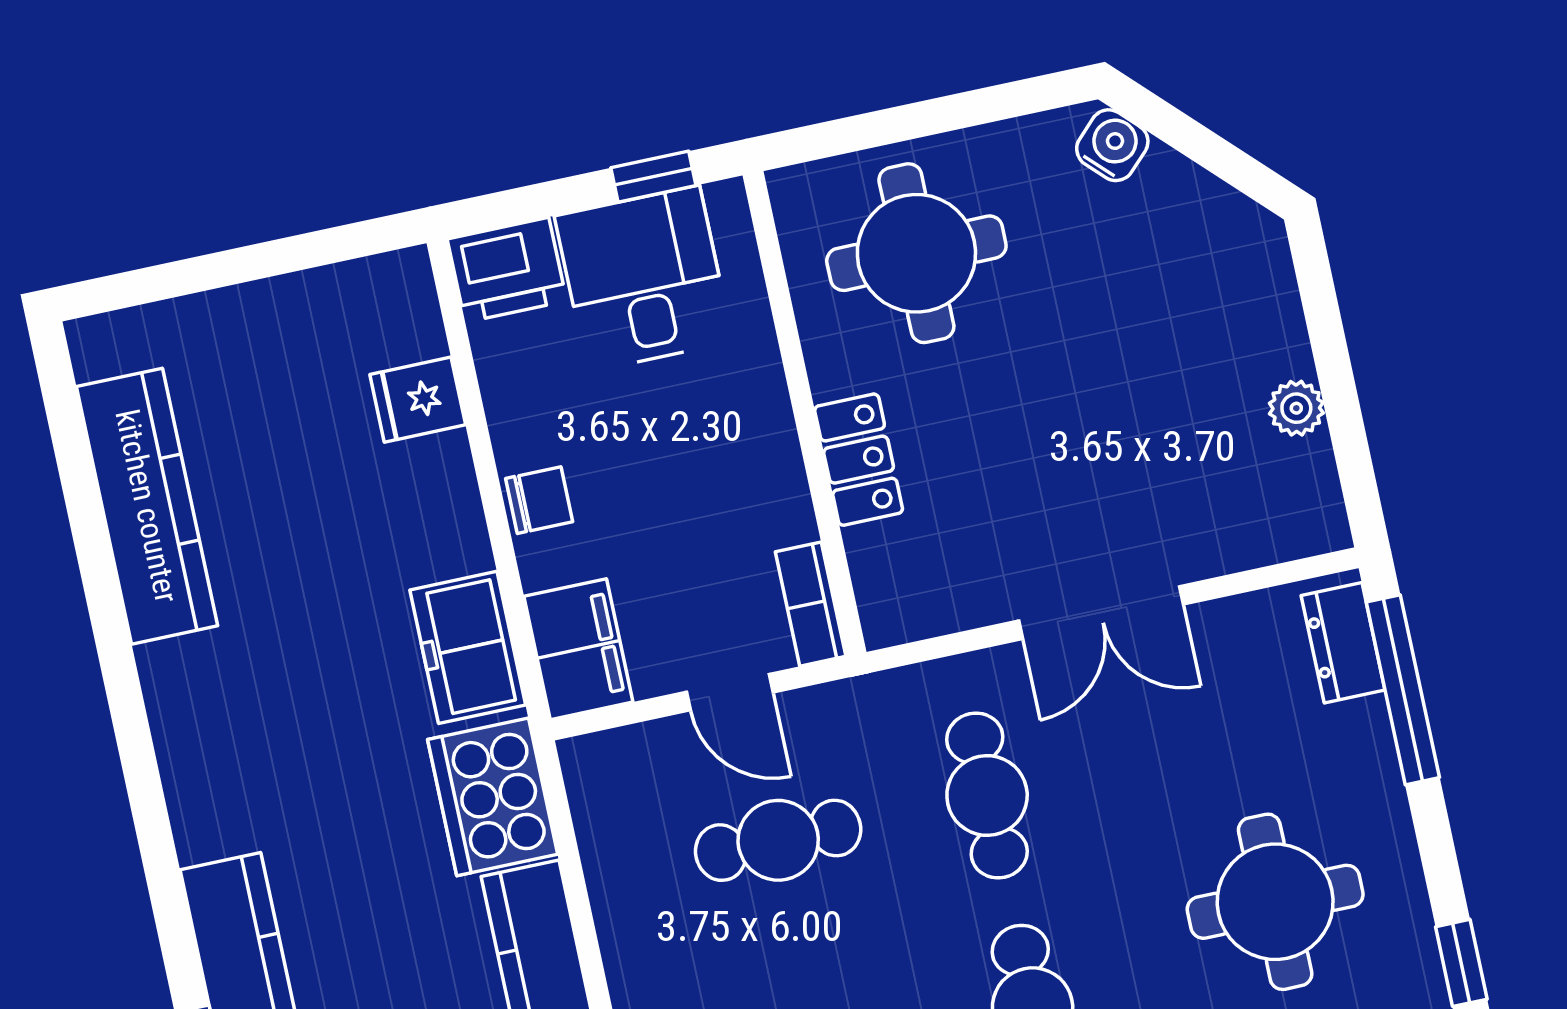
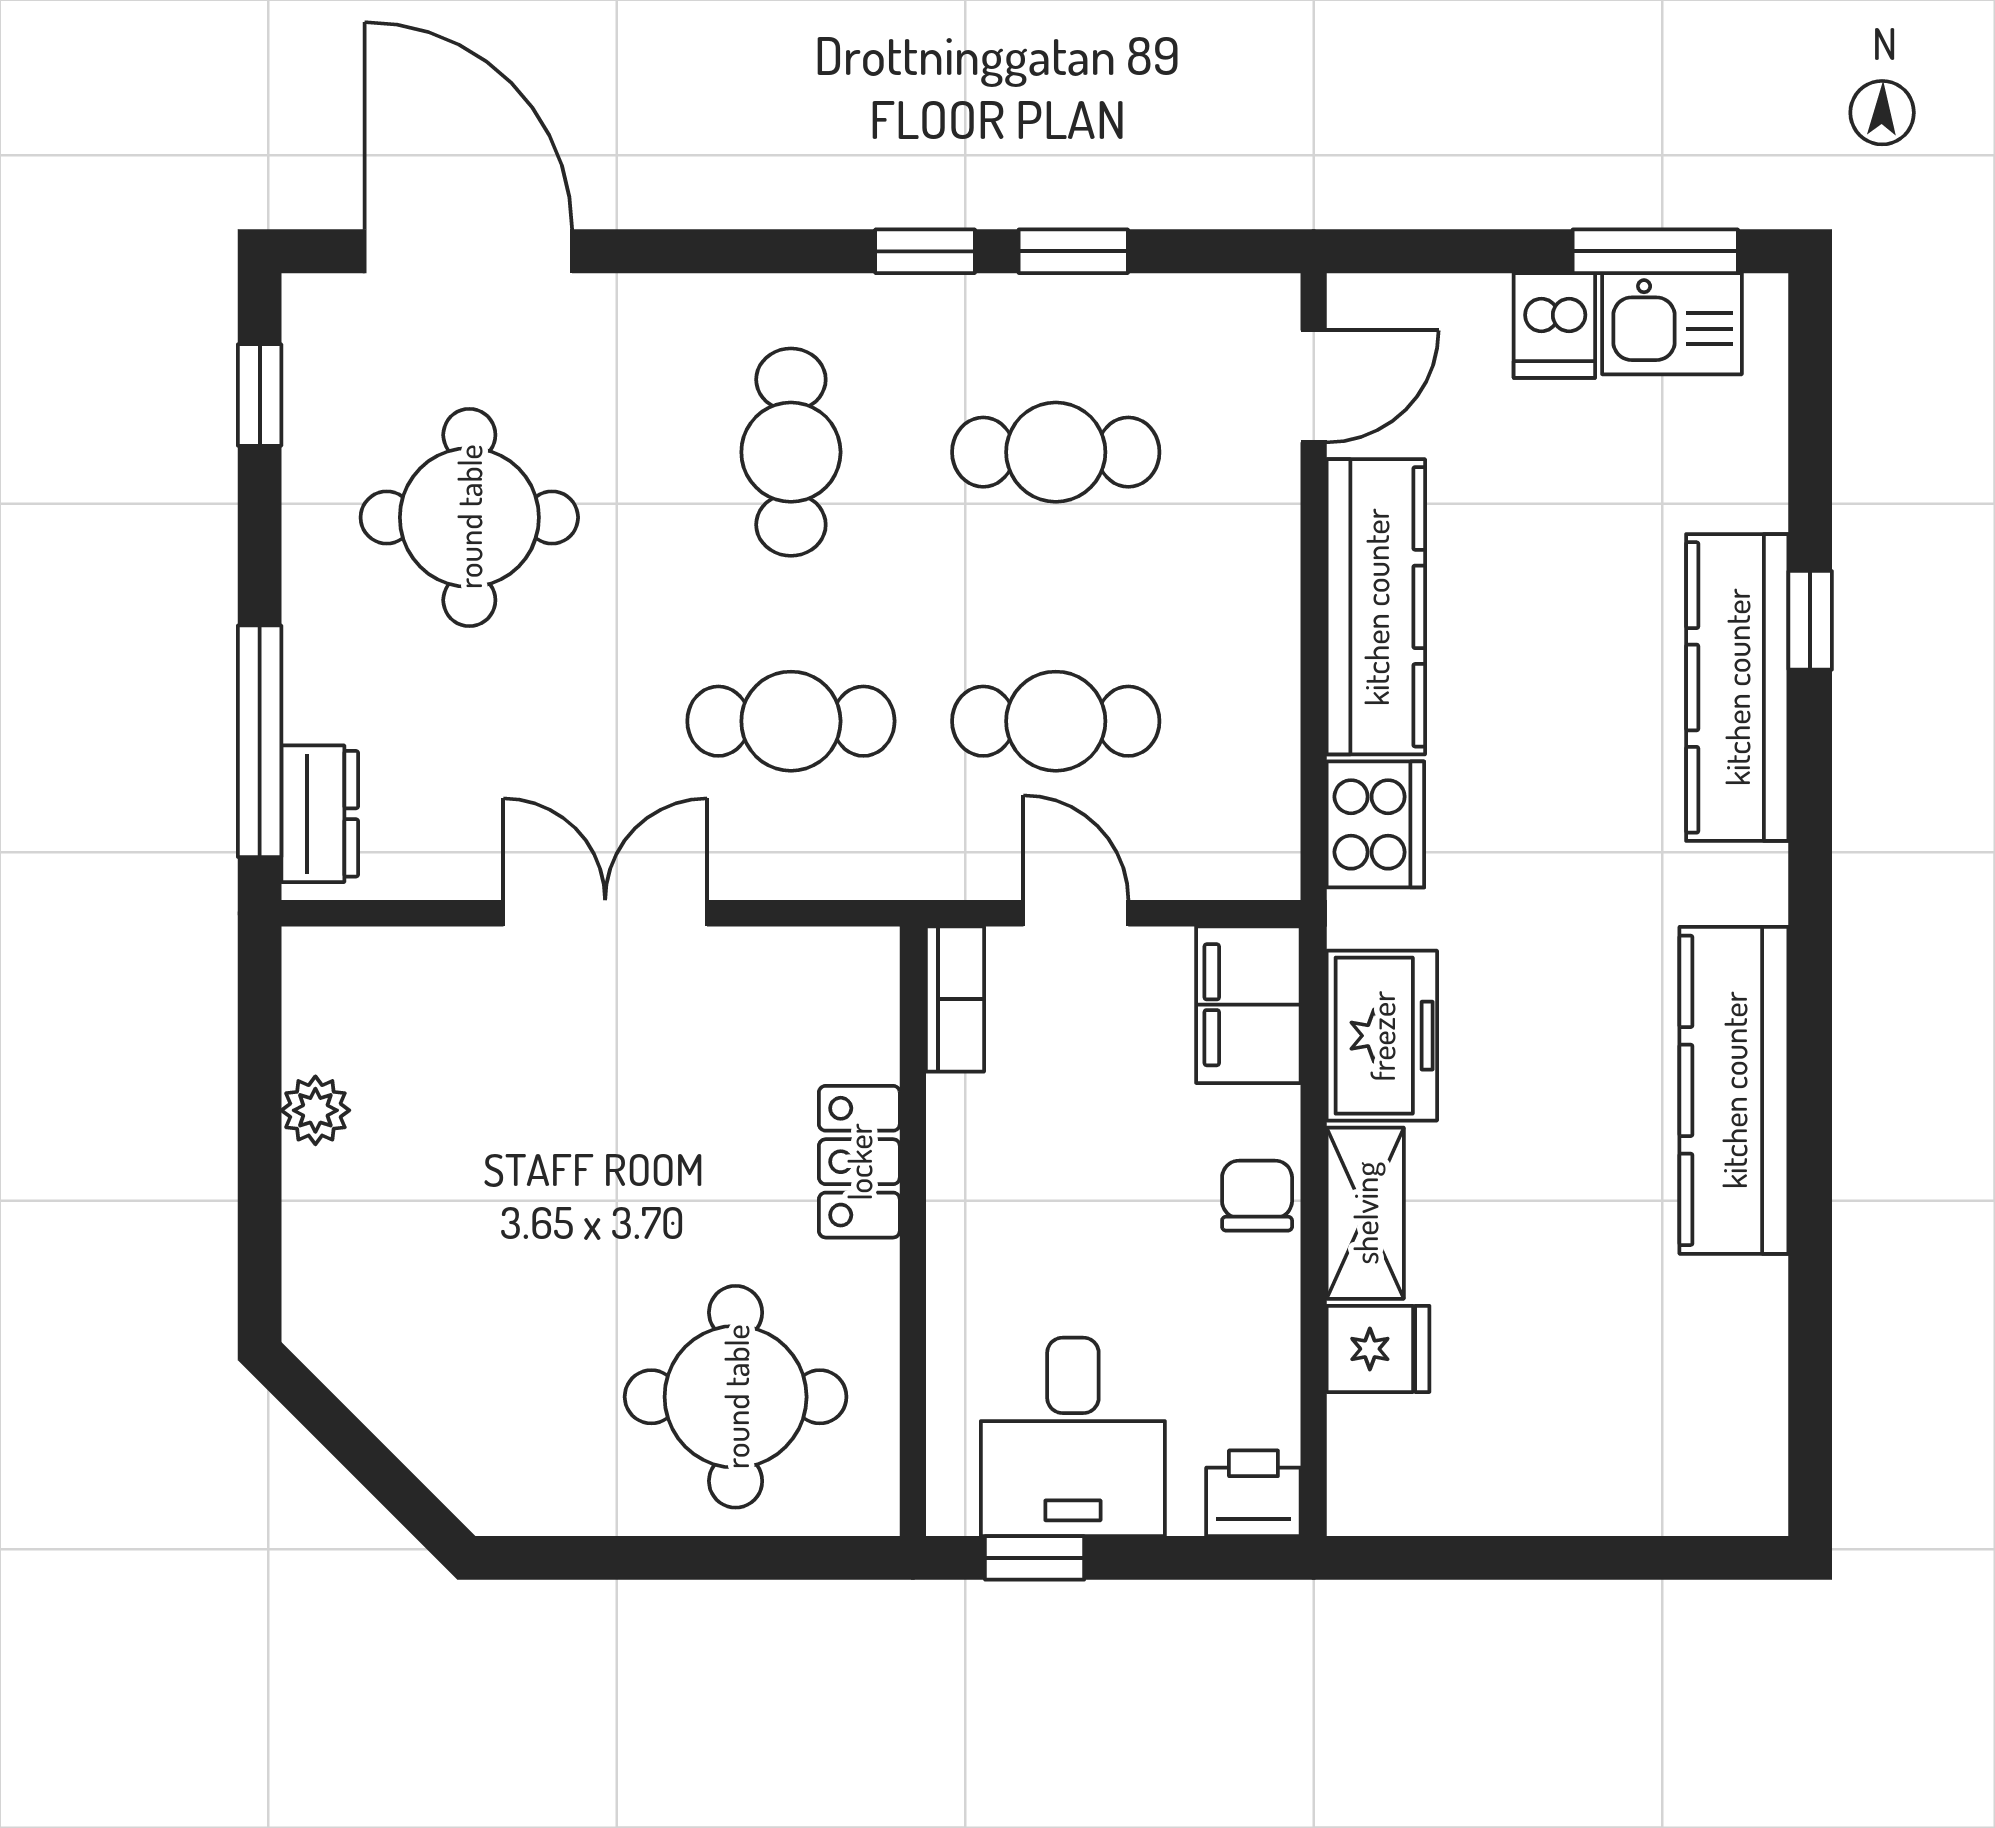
water cooler: (1112, 145) -> (470, 1477), removed
printer: (507, 270) -> (1253, 1493), width x0.73, depth x0.81
chair: (539, 500) -> (1257, 1196), turned 90
shelving: (451, 505) -> (1365, 1213), added
kitchen counter: (147, 506) -> (1734, 1090), moved
cafe table: (987, 796) -> (791, 721), turned 90
cooker: (493, 797) -> (1375, 824), width x0.73, depth x0.76

